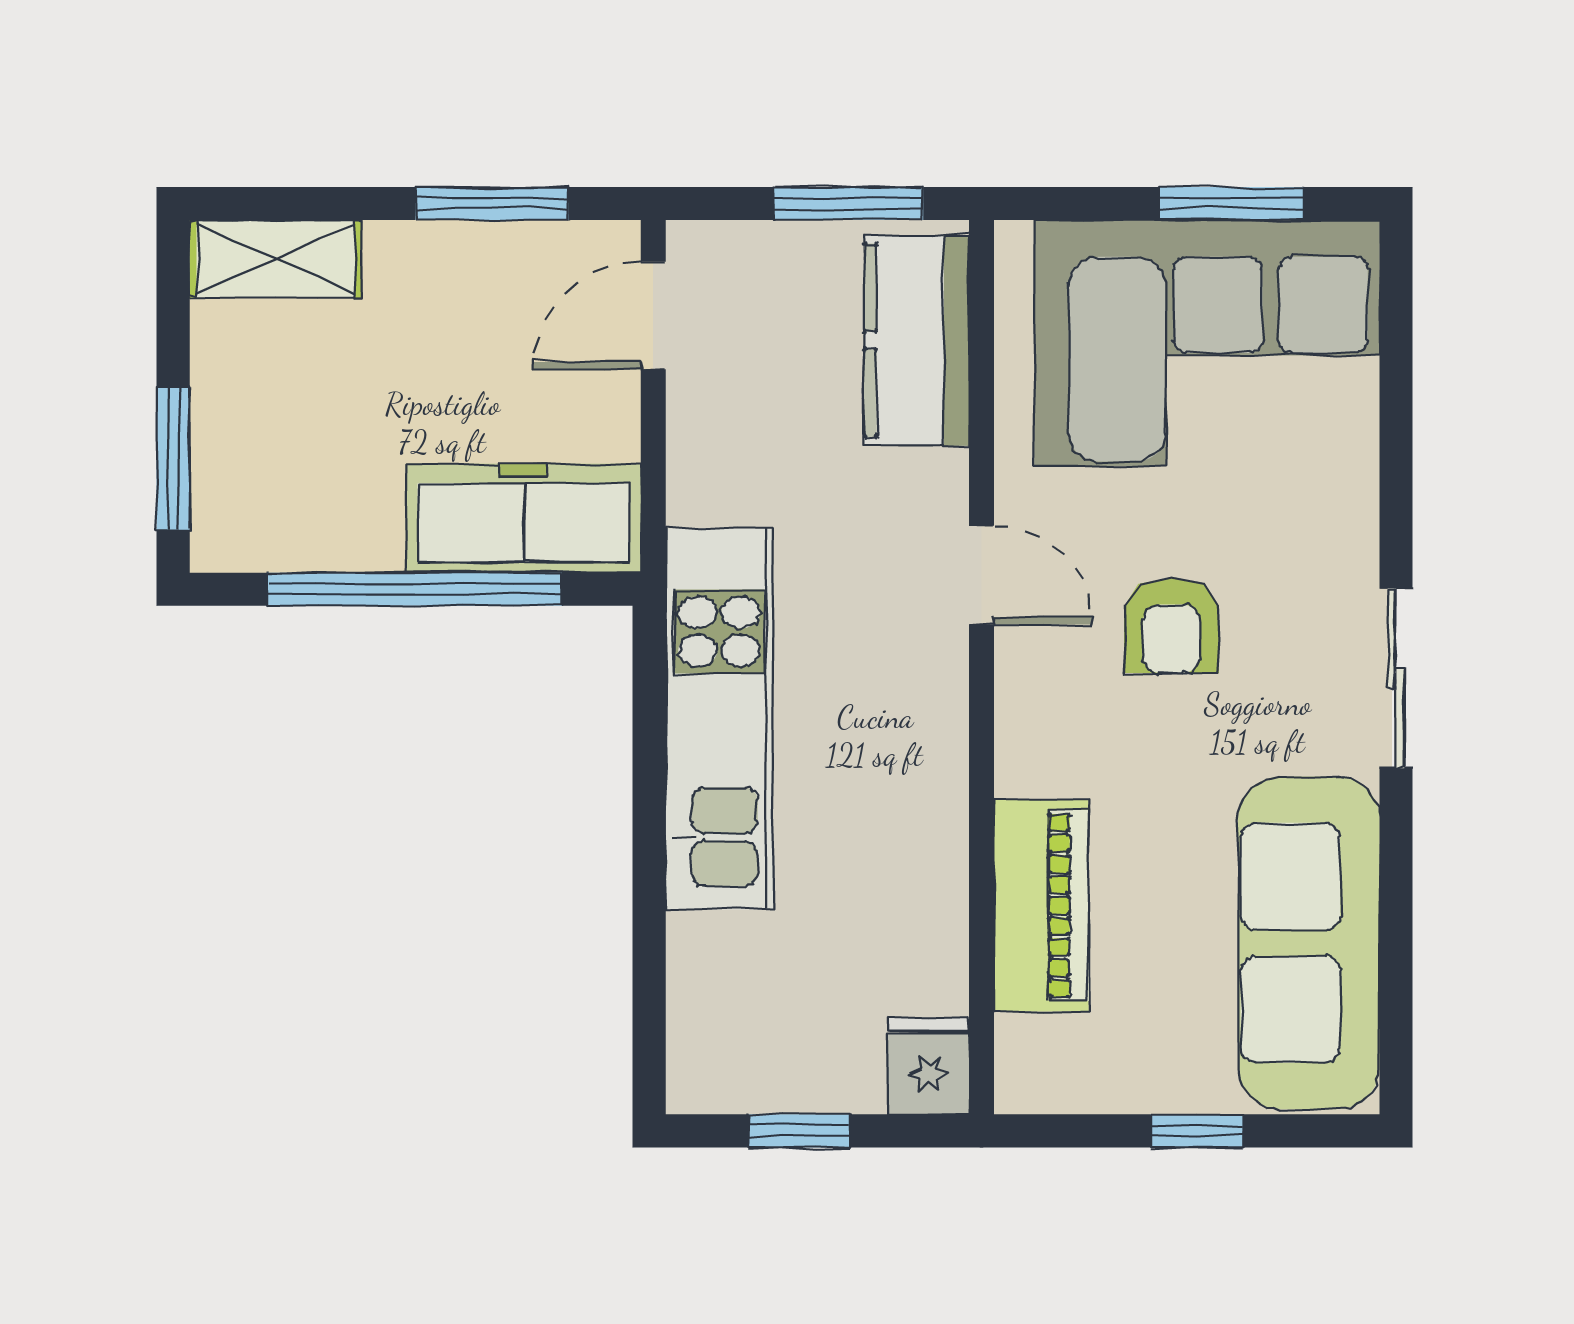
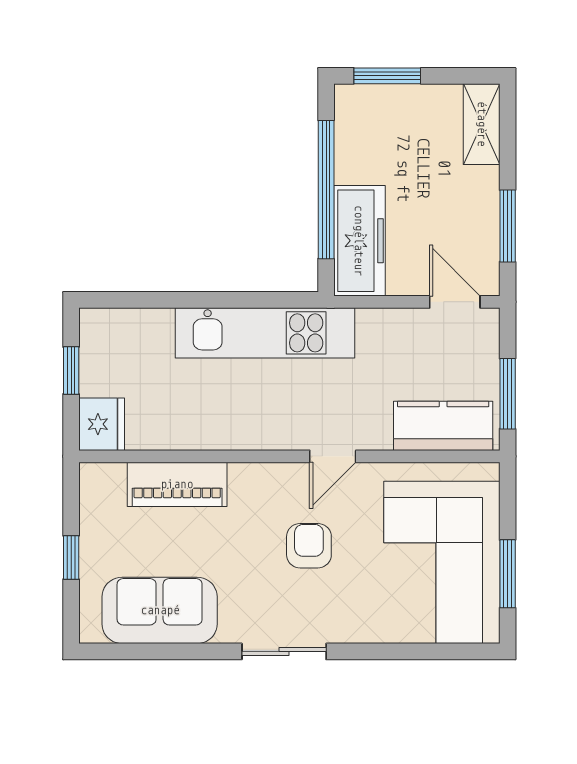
armchair: (1171, 625) -> (309, 546), turned 90
sofa: (1309, 943) -> (160, 610), width x0.73
fridge: (929, 1066) -> (102, 424), width x1.38

